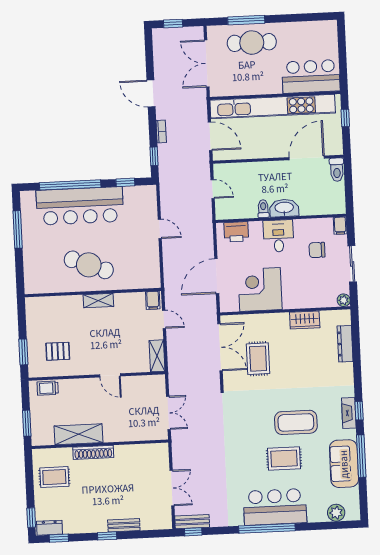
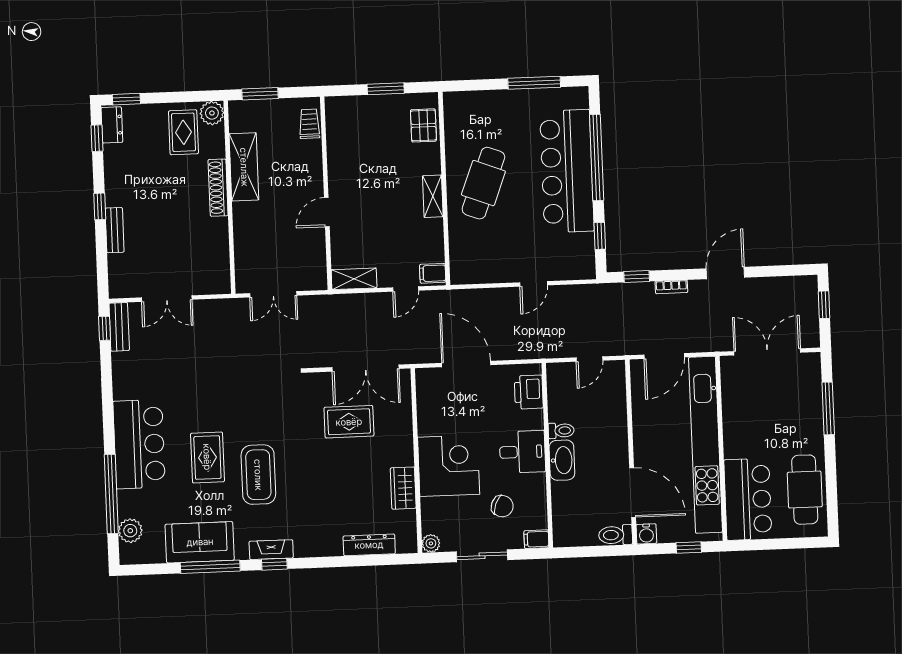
cafe table: (252, 43) -> (805, 490), moved
water cooler: (336, 148) -> (646, 534), added
chair: (317, 250) -> (502, 506), turned 112
corner desk: (260, 289) -> (449, 466), moved
pallet: (58, 351) -> (423, 125), moved
window: (23, 352) -> (386, 89), moved
plant: (41, 457) -> (212, 113), added
window: (267, 528) -> (111, 494), moved

